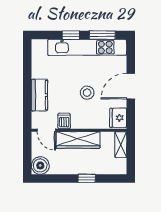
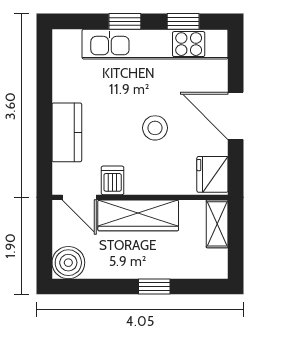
window: (102, 35) -> (183, 21), width x0.67
door: (131, 86) -> (236, 116), hinge flipped

